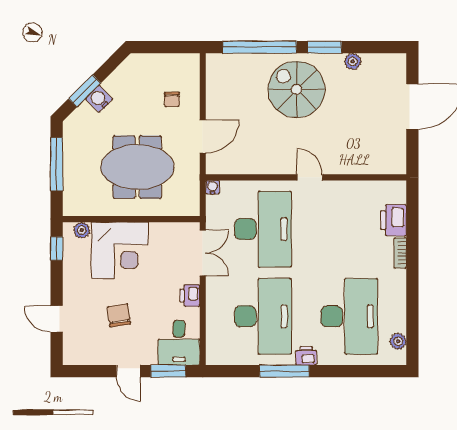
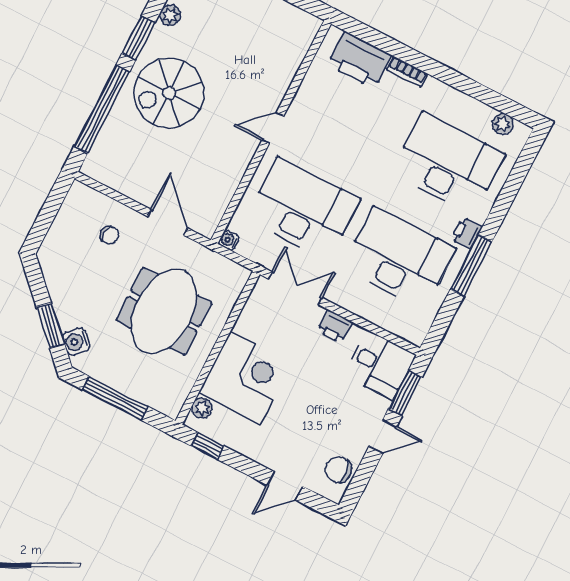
water cooler: (99, 99) -> (76, 342), moved
printer: (393, 220) -> (359, 60), width x1.37, depth x1.19
chair: (119, 315) -> (339, 470), moved

